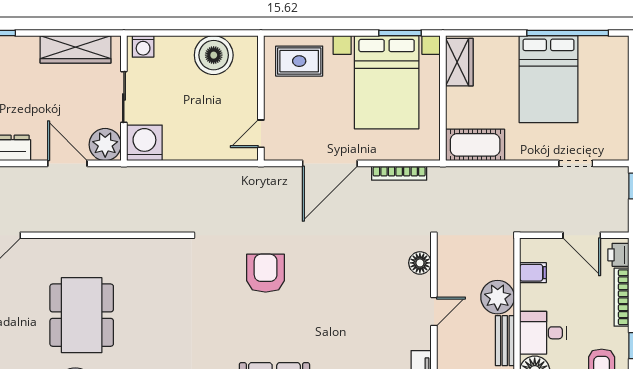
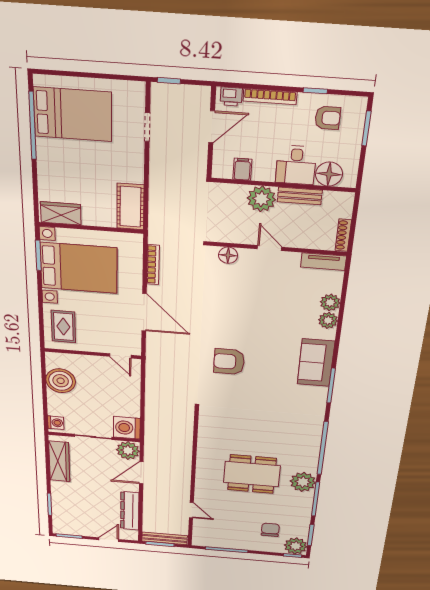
bed: (549, 79) -> (73, 114), moved

